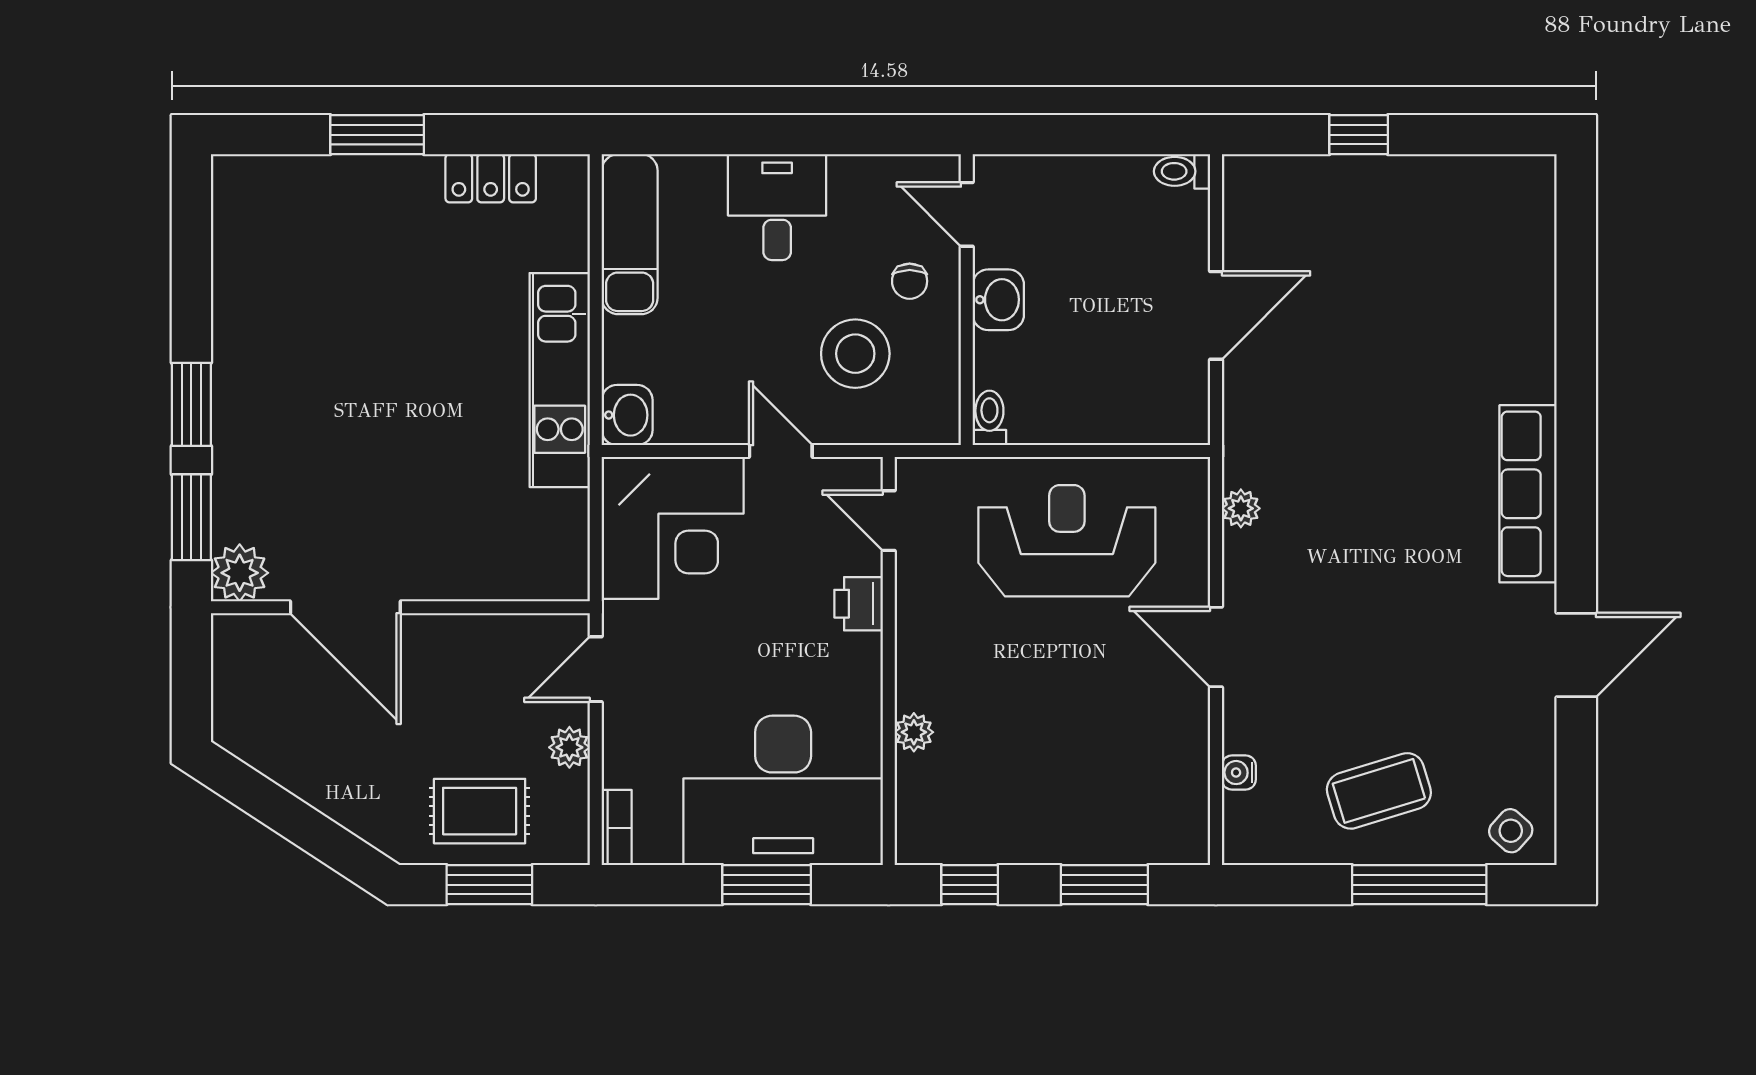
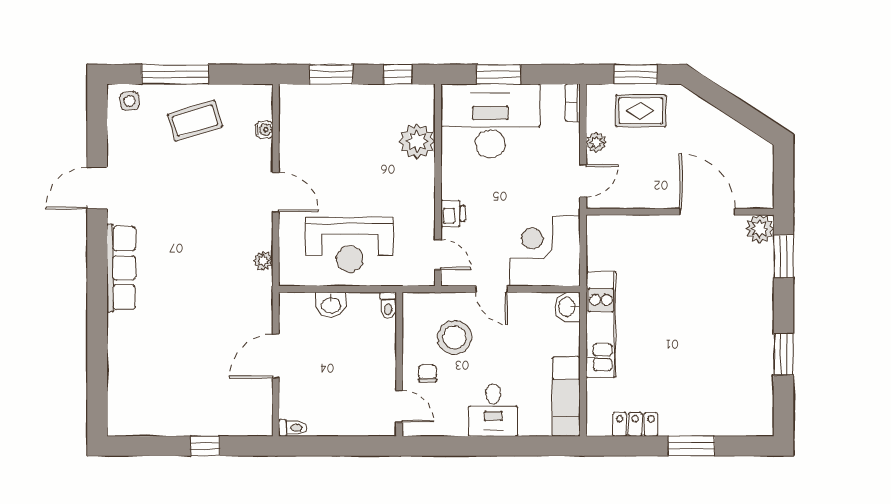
washbasin: (998, 300) -> (331, 305), moved, turned -90
window: (191, 404) -> (784, 354), moved
plant: (914, 732) -> (417, 141), width x1.88, depth x1.88
side table: (1511, 831) -> (130, 101), turned 45

